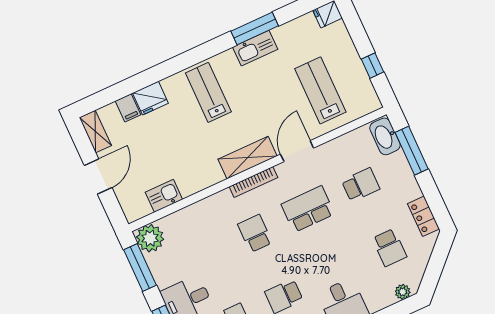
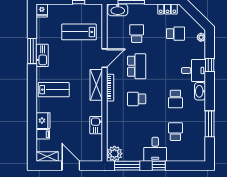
lab bench: (208, 92) -> (54, 90), turned 180
door: (297, 151) -> (105, 58), swing flipped
kitchen sink: (164, 196) -> (96, 125), moved
school desk: (308, 209) -> (137, 66), turned 180

